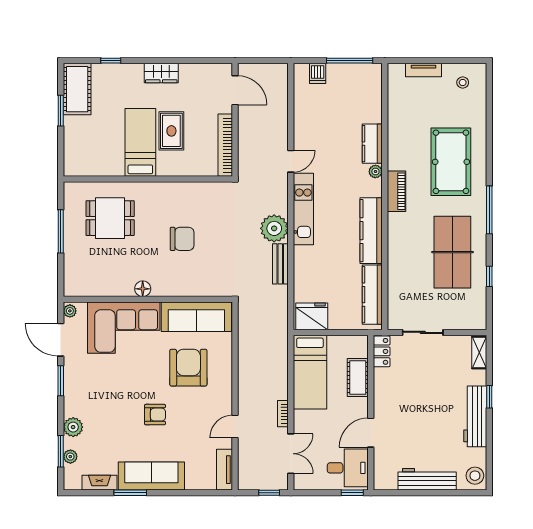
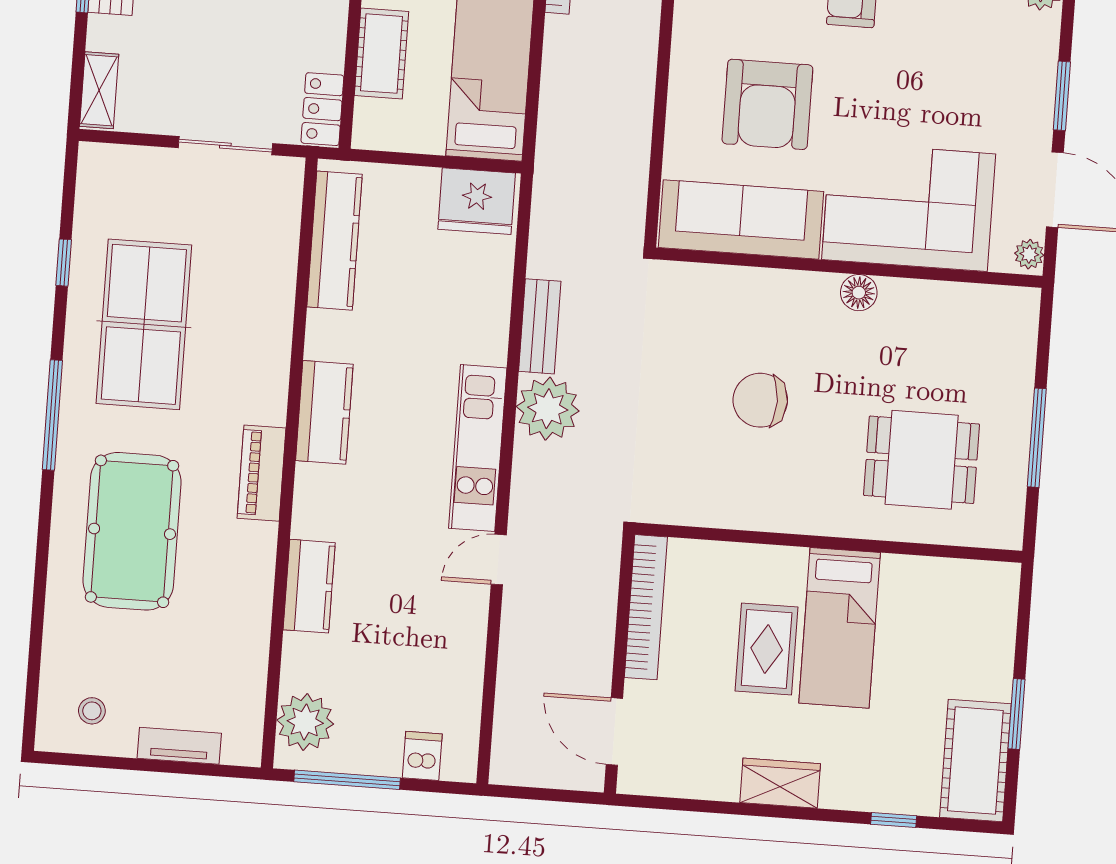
plant: (375, 171) -> (305, 722), moved, width x1.88, depth x1.88
kitchen counter: (371, 231) -> (324, 412), width x0.67

